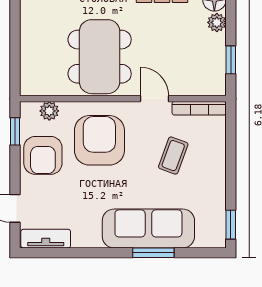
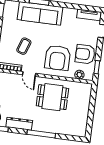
dining table: (100, 57) -> (52, 97), width x0.73
armchair: (43, 155) -> (85, 54), turned -90

